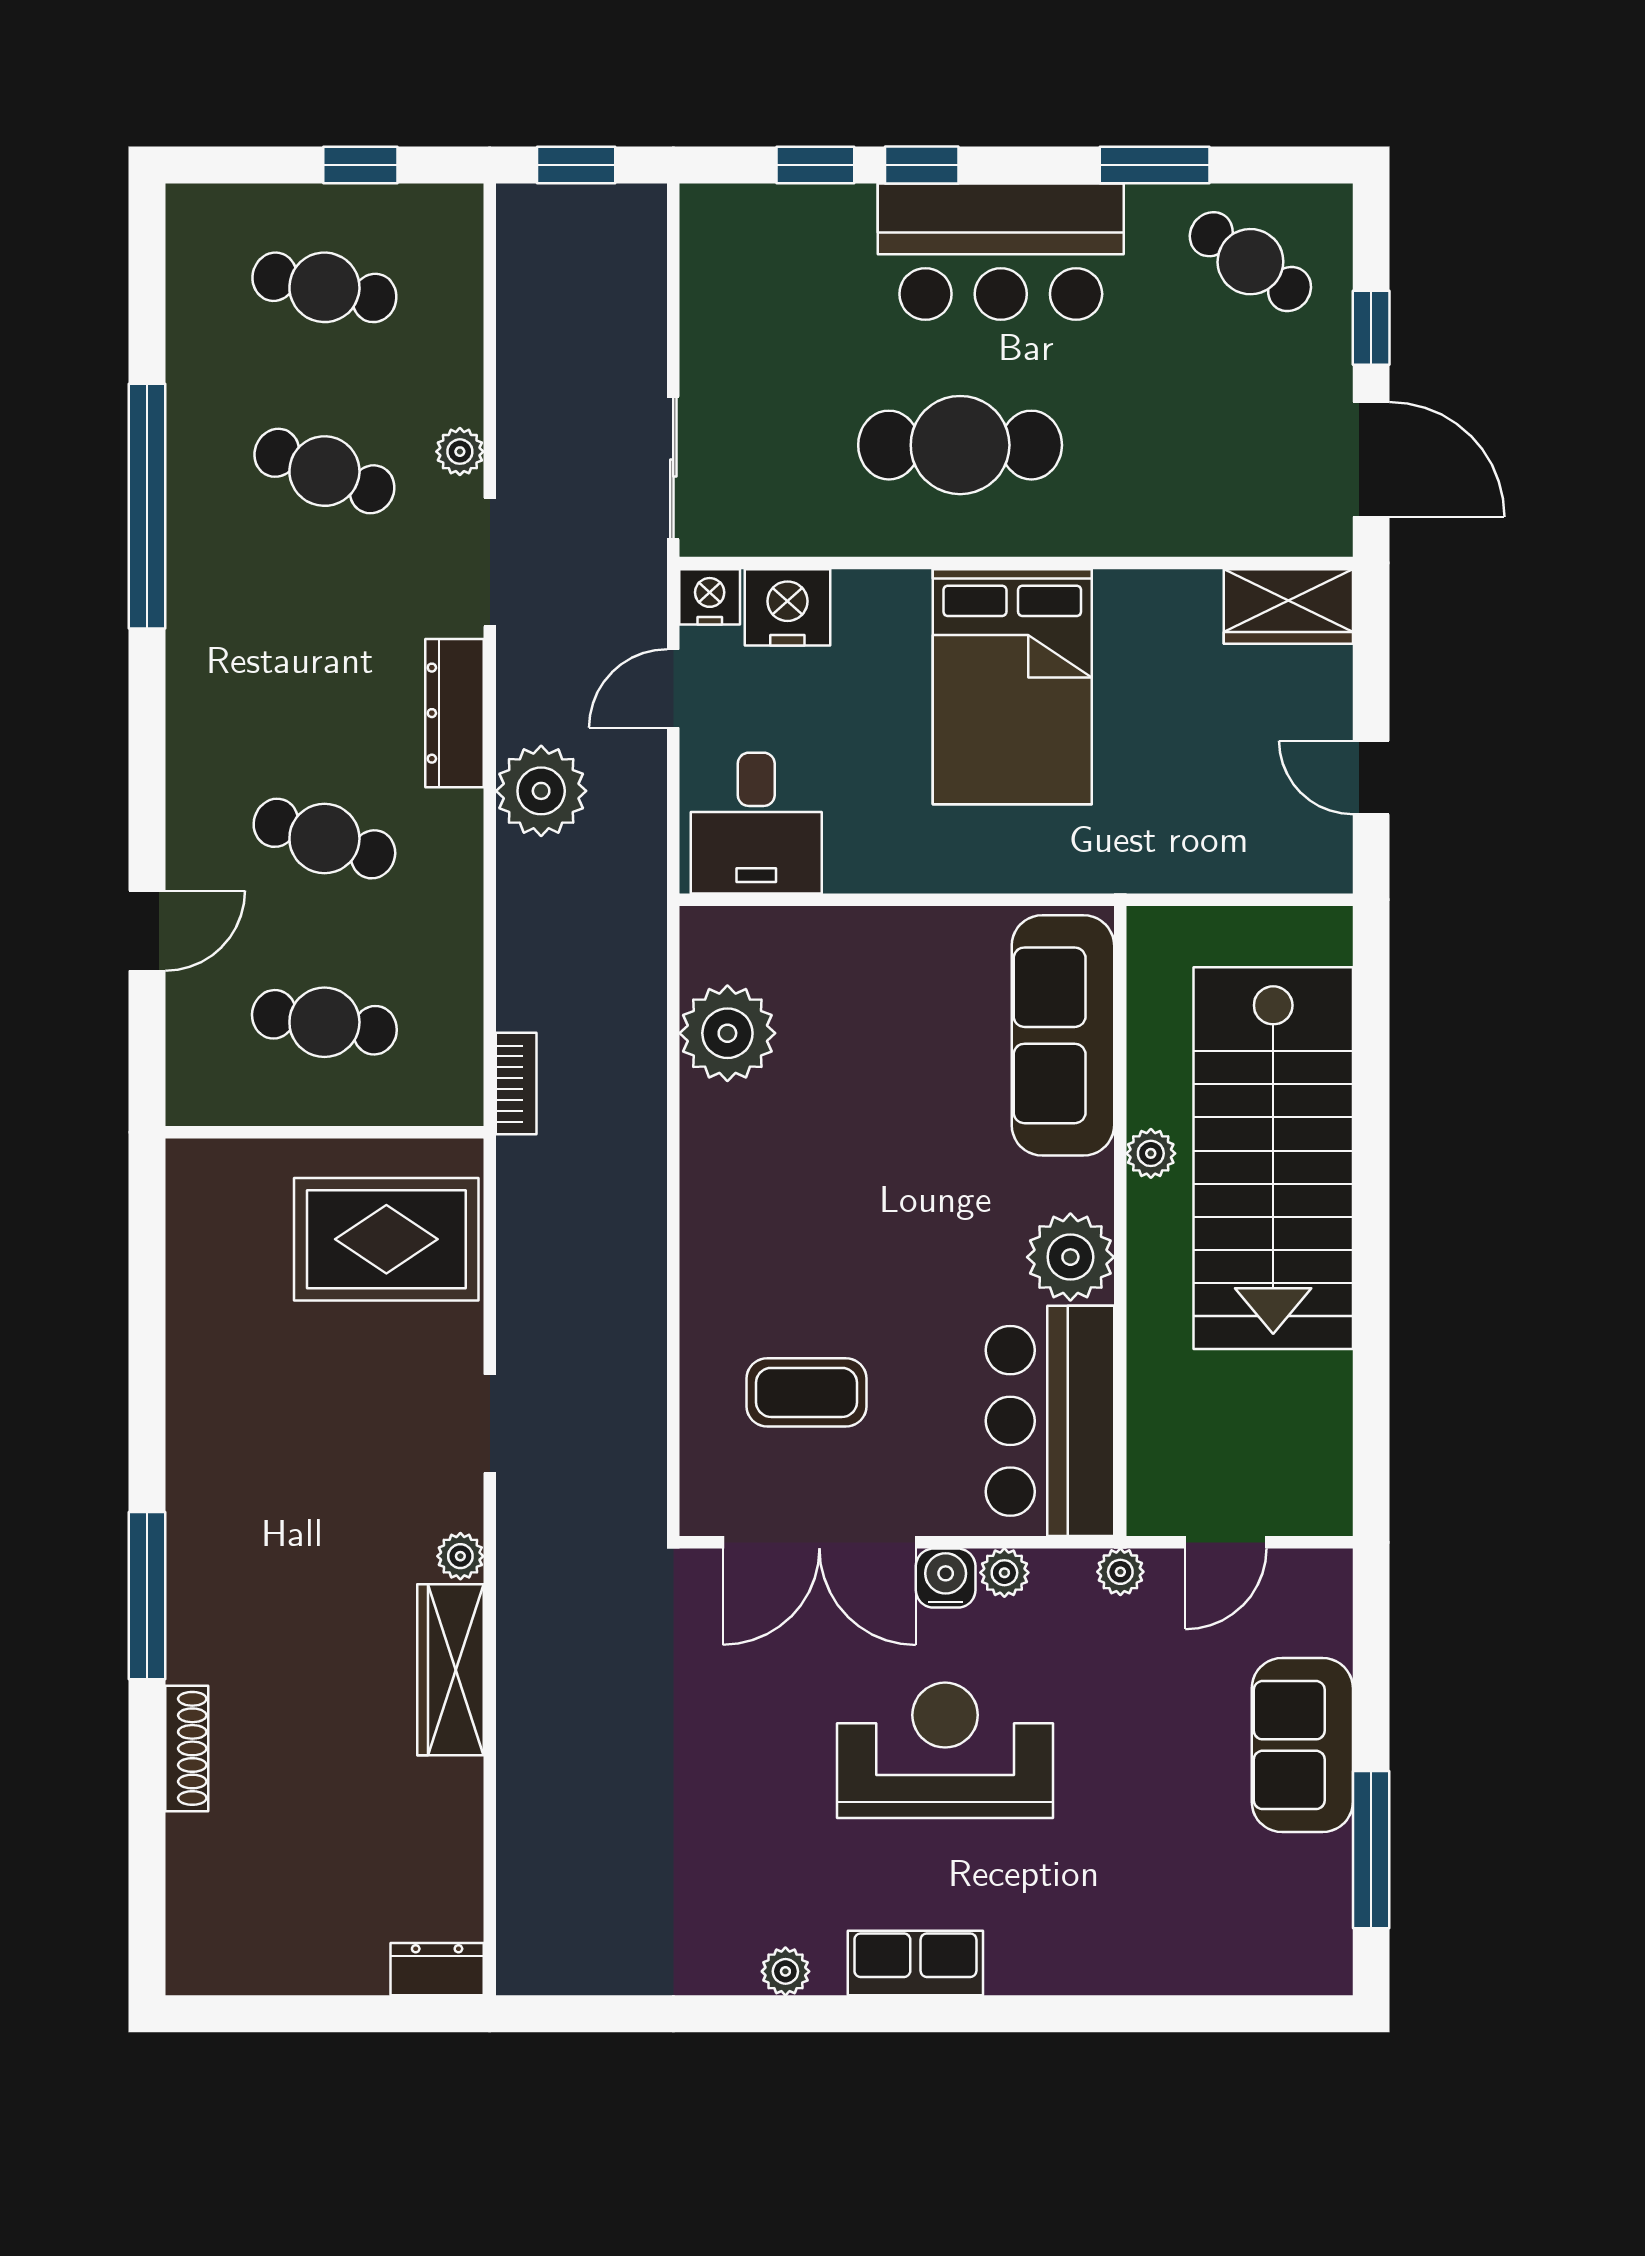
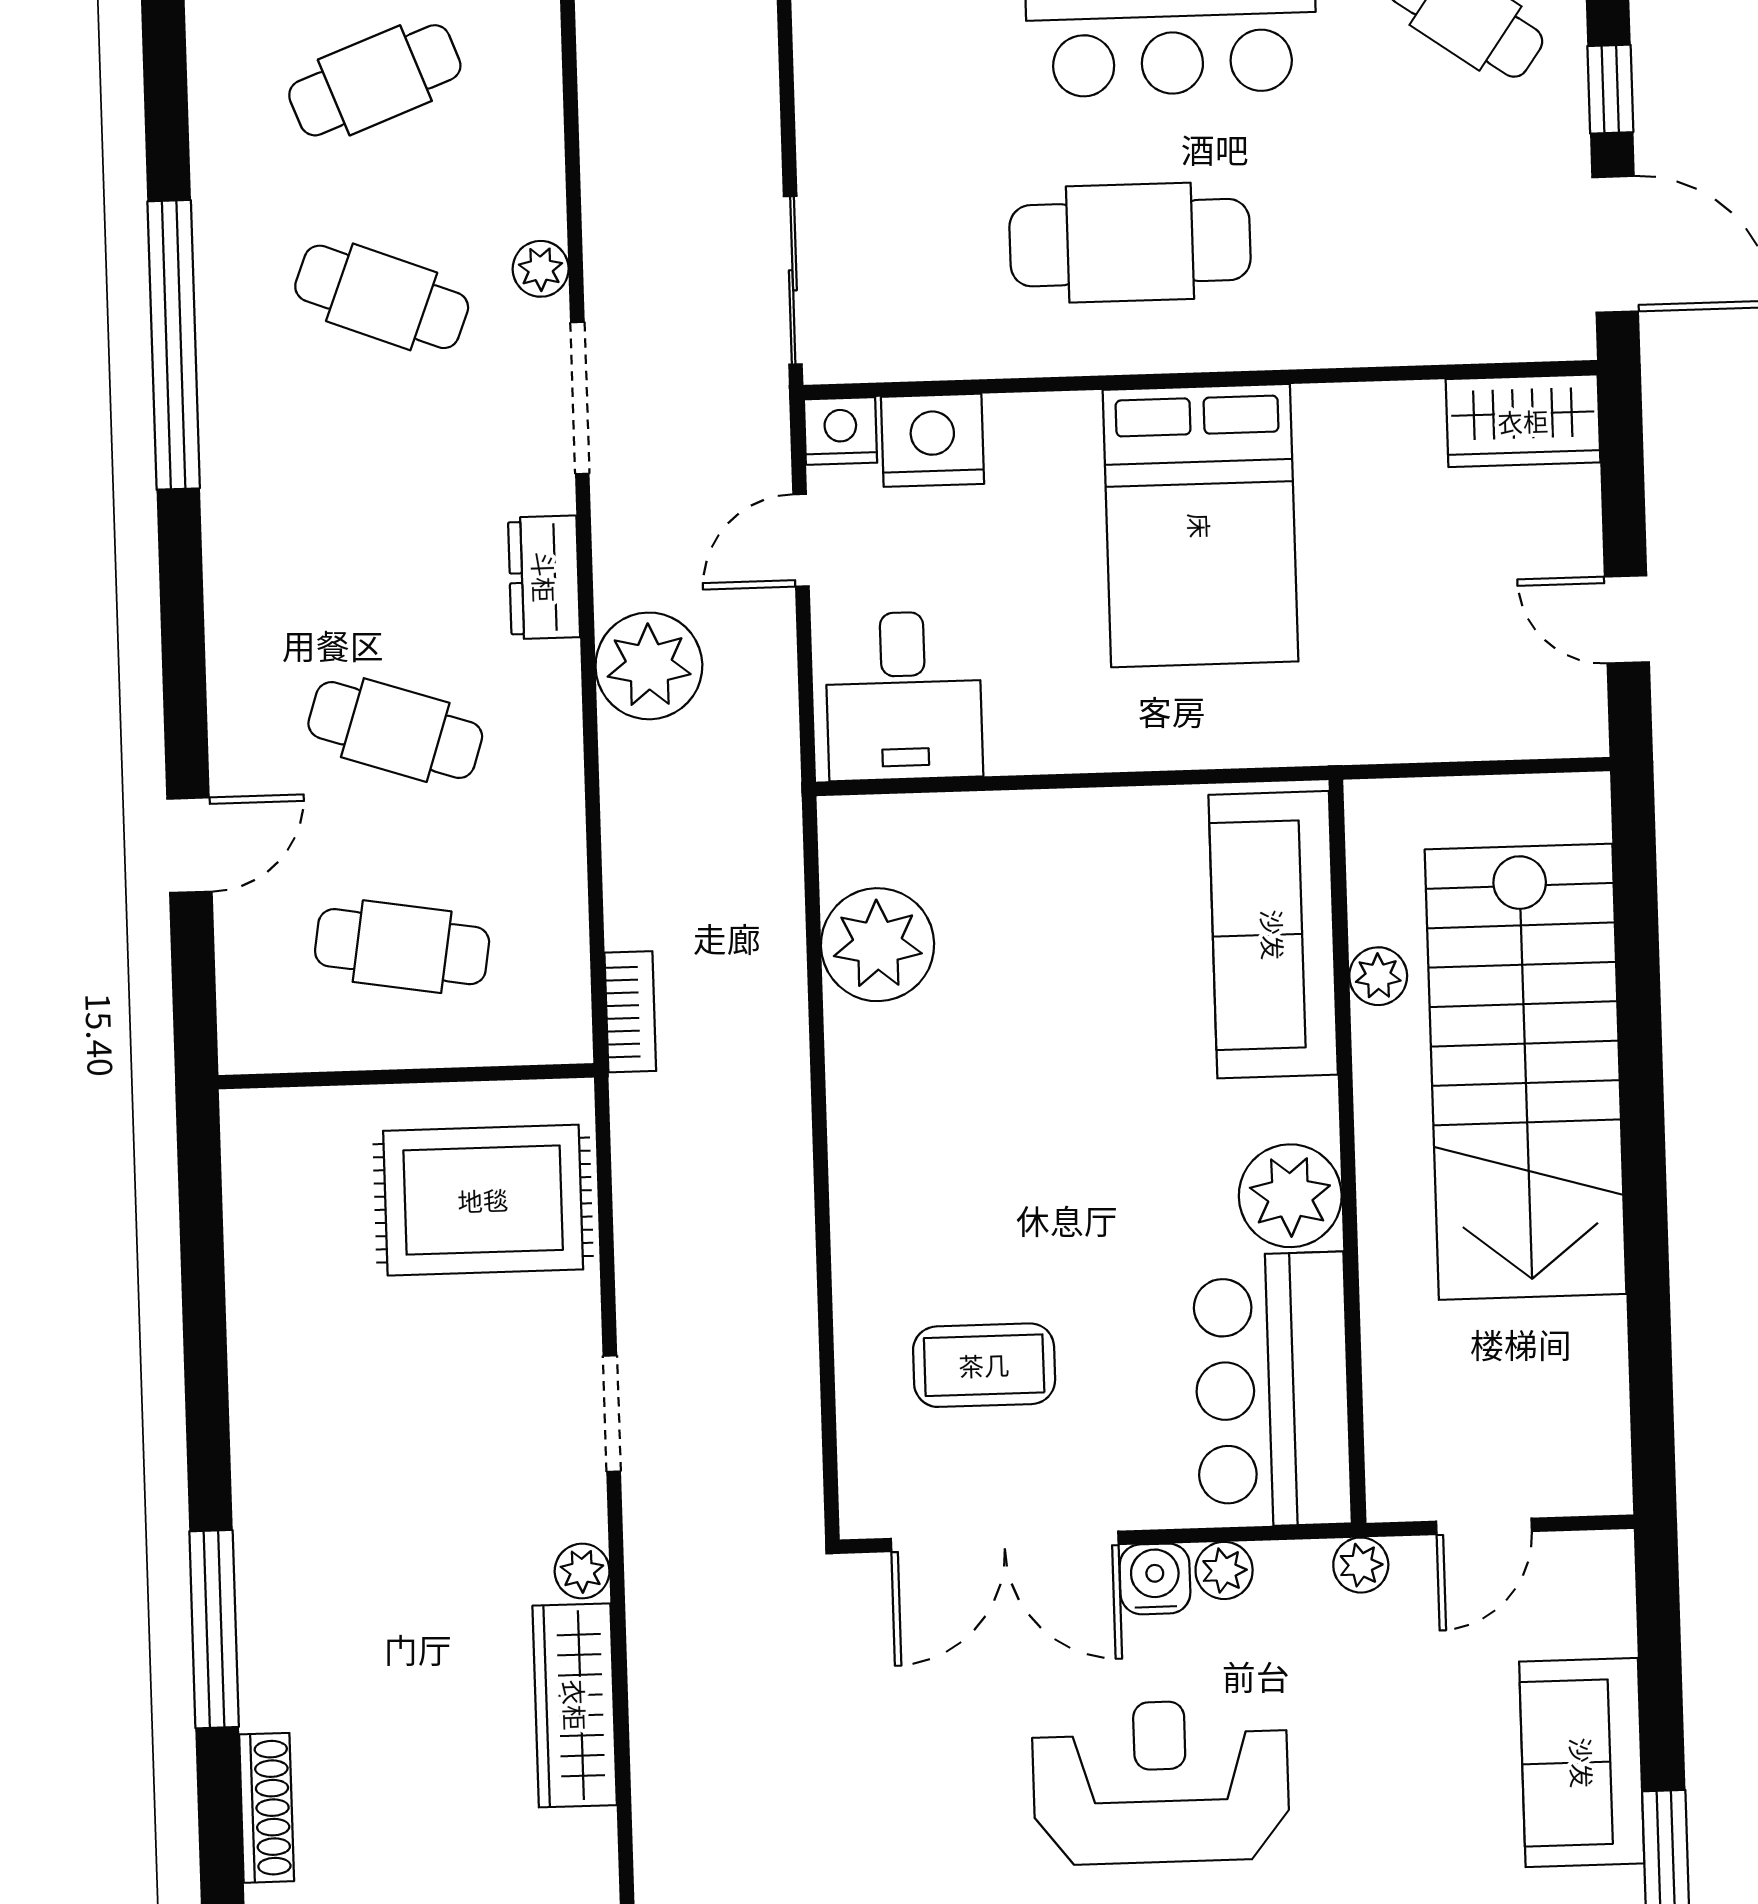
cafe table: (324, 287) -> (375, 80), turned -33
dresser: (455, 713) -> (544, 577), width x0.70
plant: (1151, 1153) -> (1378, 976), moved

